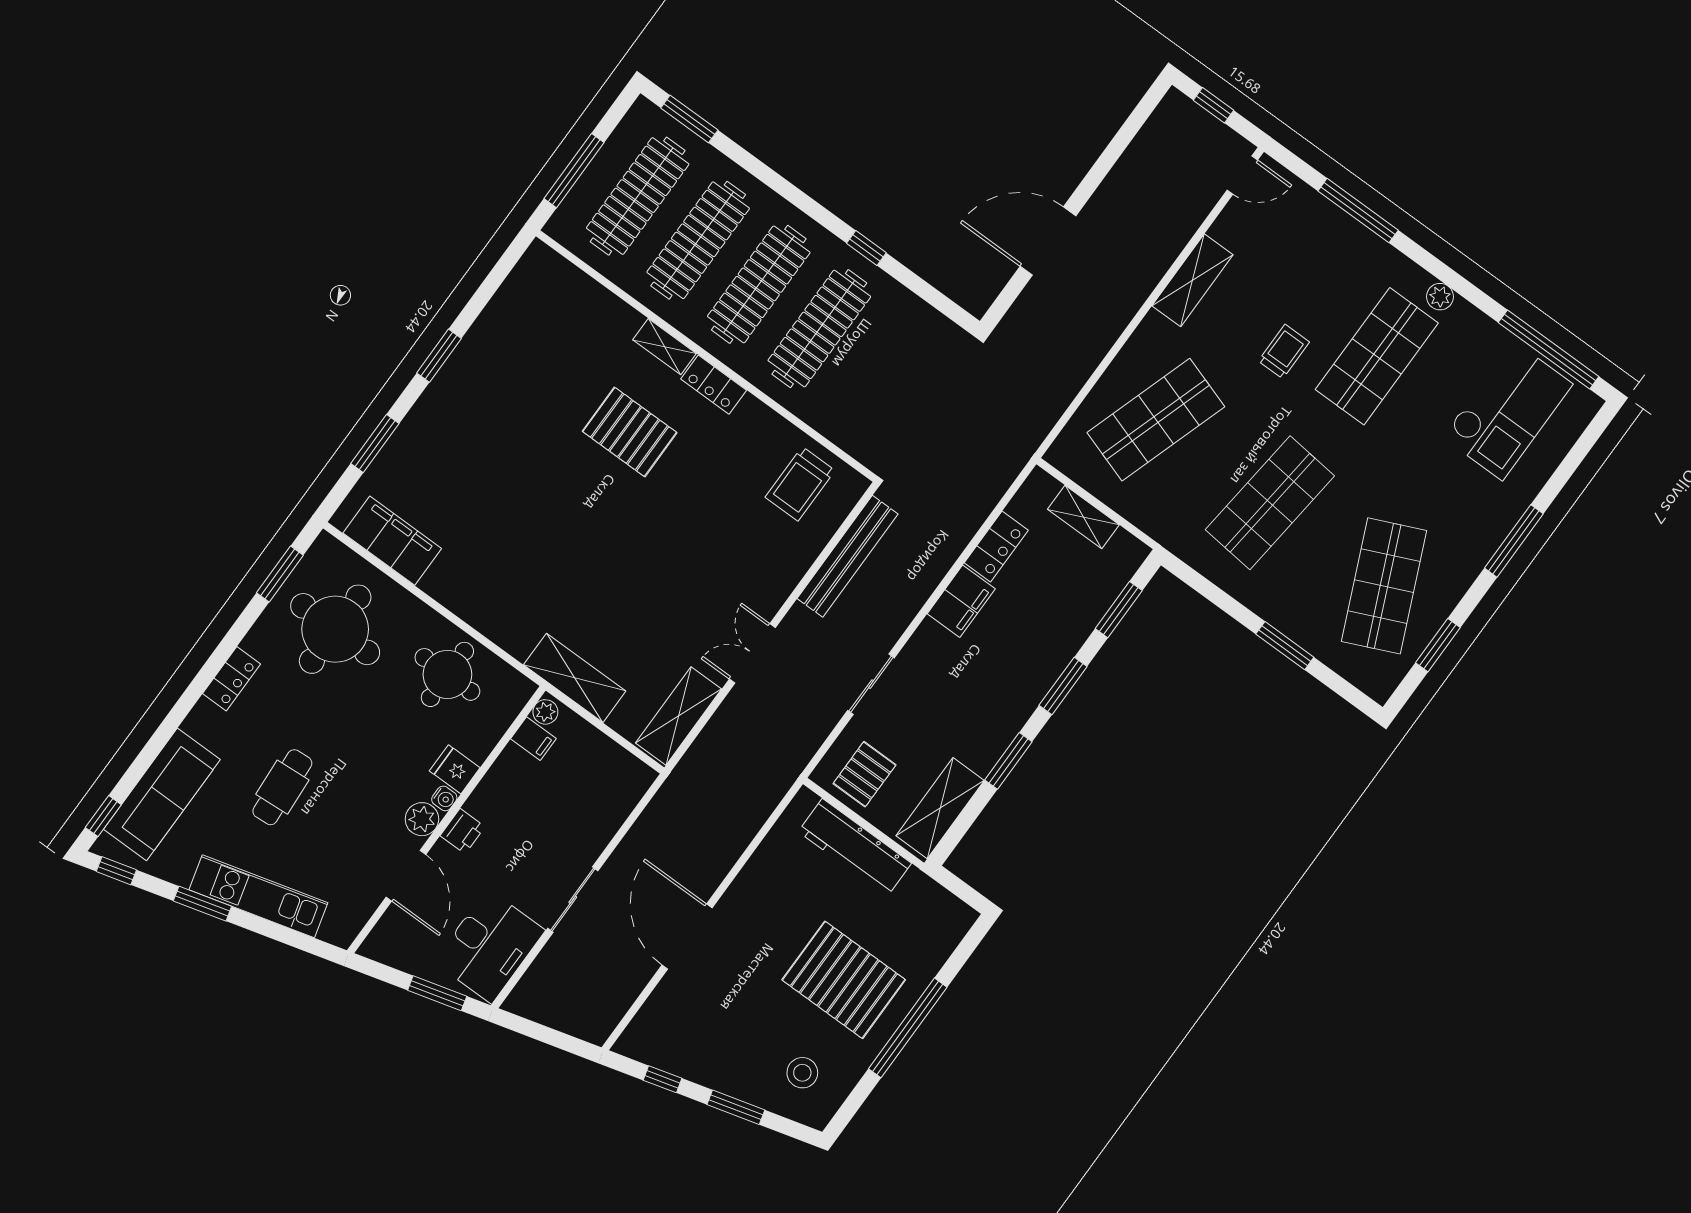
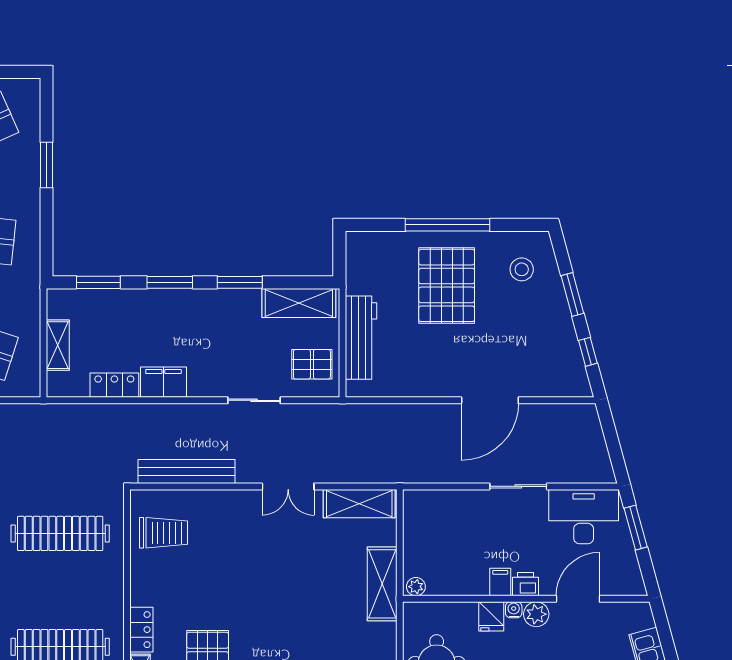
clothes rail: (819, 329) -> (60, 533), moved
filing cabinet: (533, 739) -> (500, 582), moved

